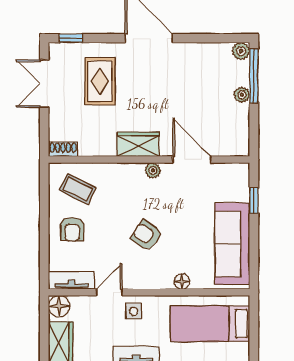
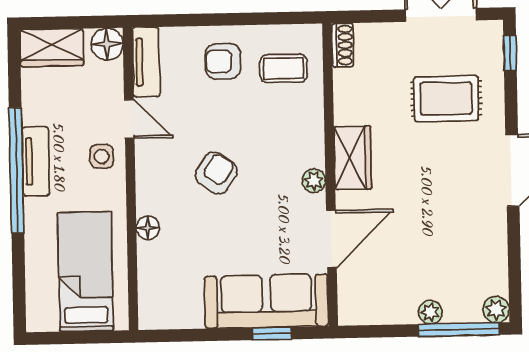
coffee table: (78, 189) -> (284, 68), turned 63
sofa: (232, 244) -> (266, 301), moved

